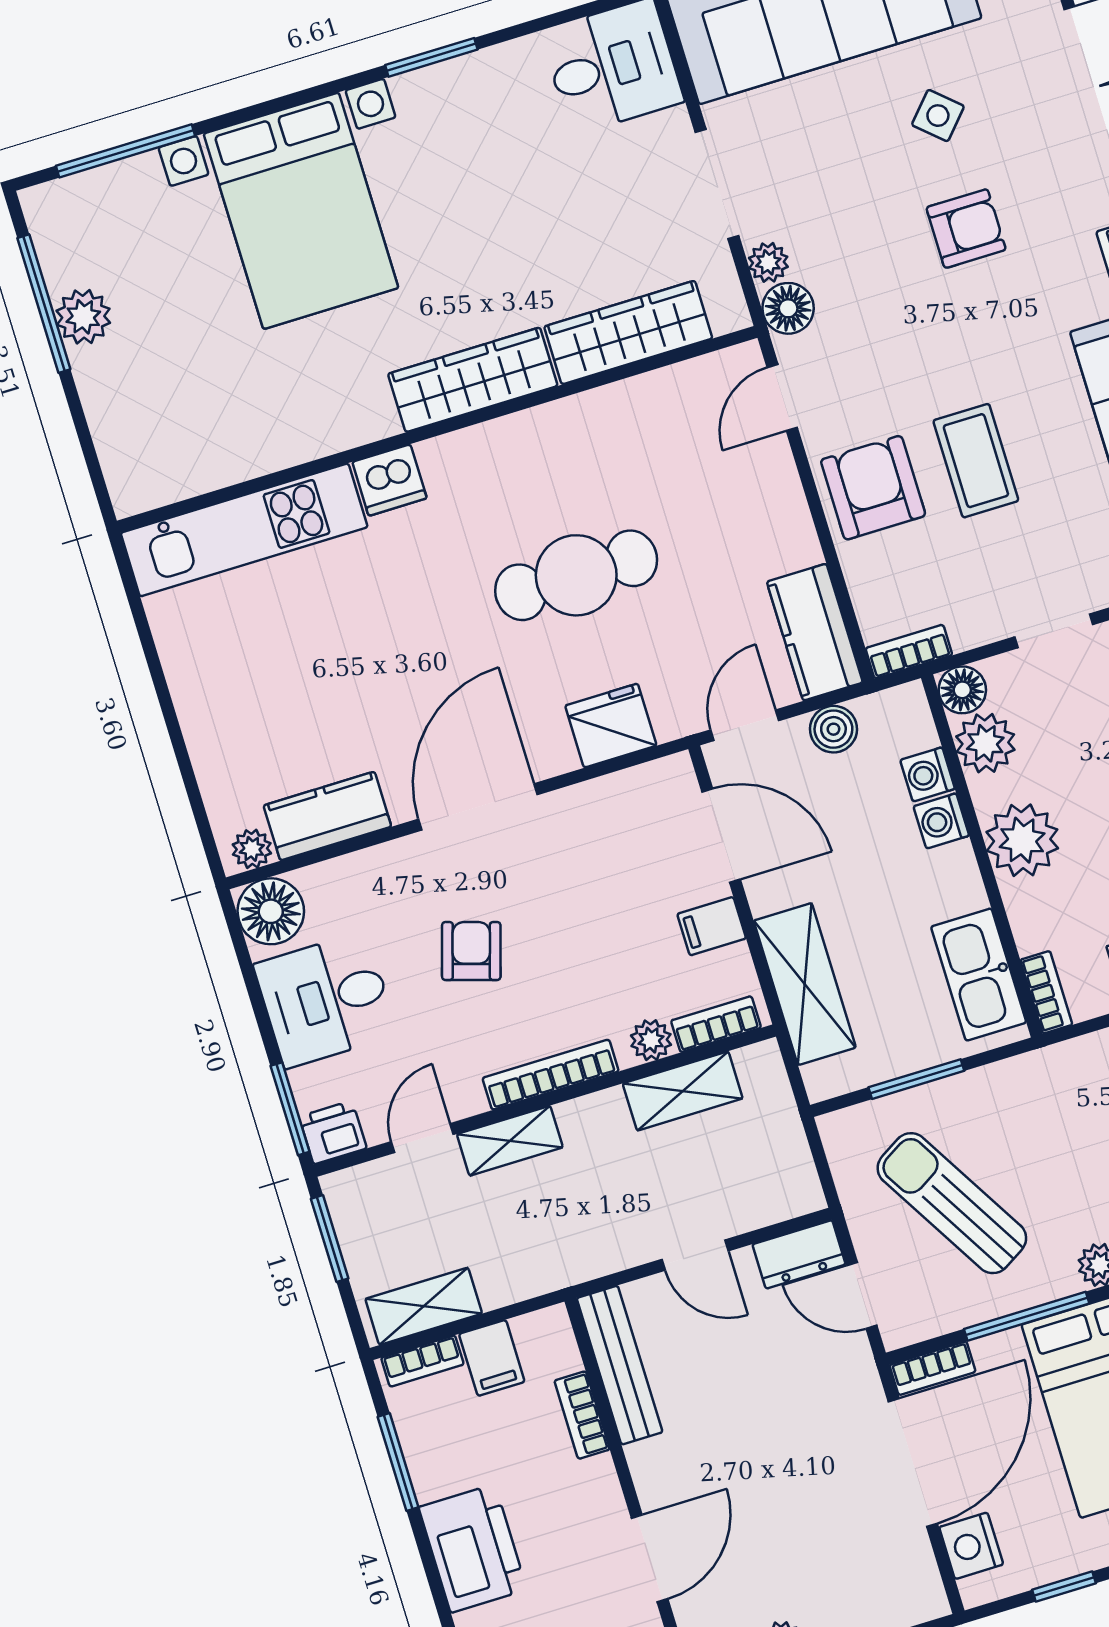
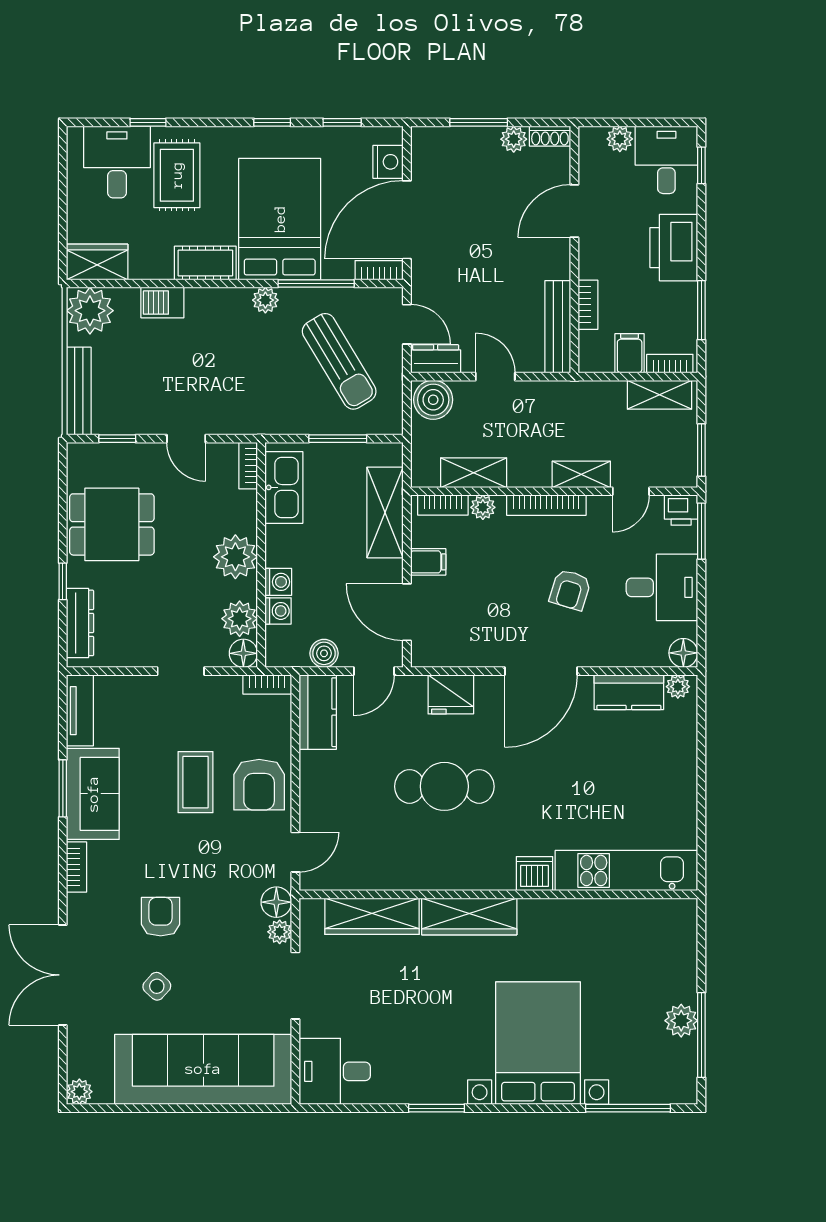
armchair: (966, 229) -> (161, 917), turned 90
floor lamp: (271, 911) -> (683, 653), width x0.73, depth x0.73
boiler: (783, 1188) -> (433, 400), added

